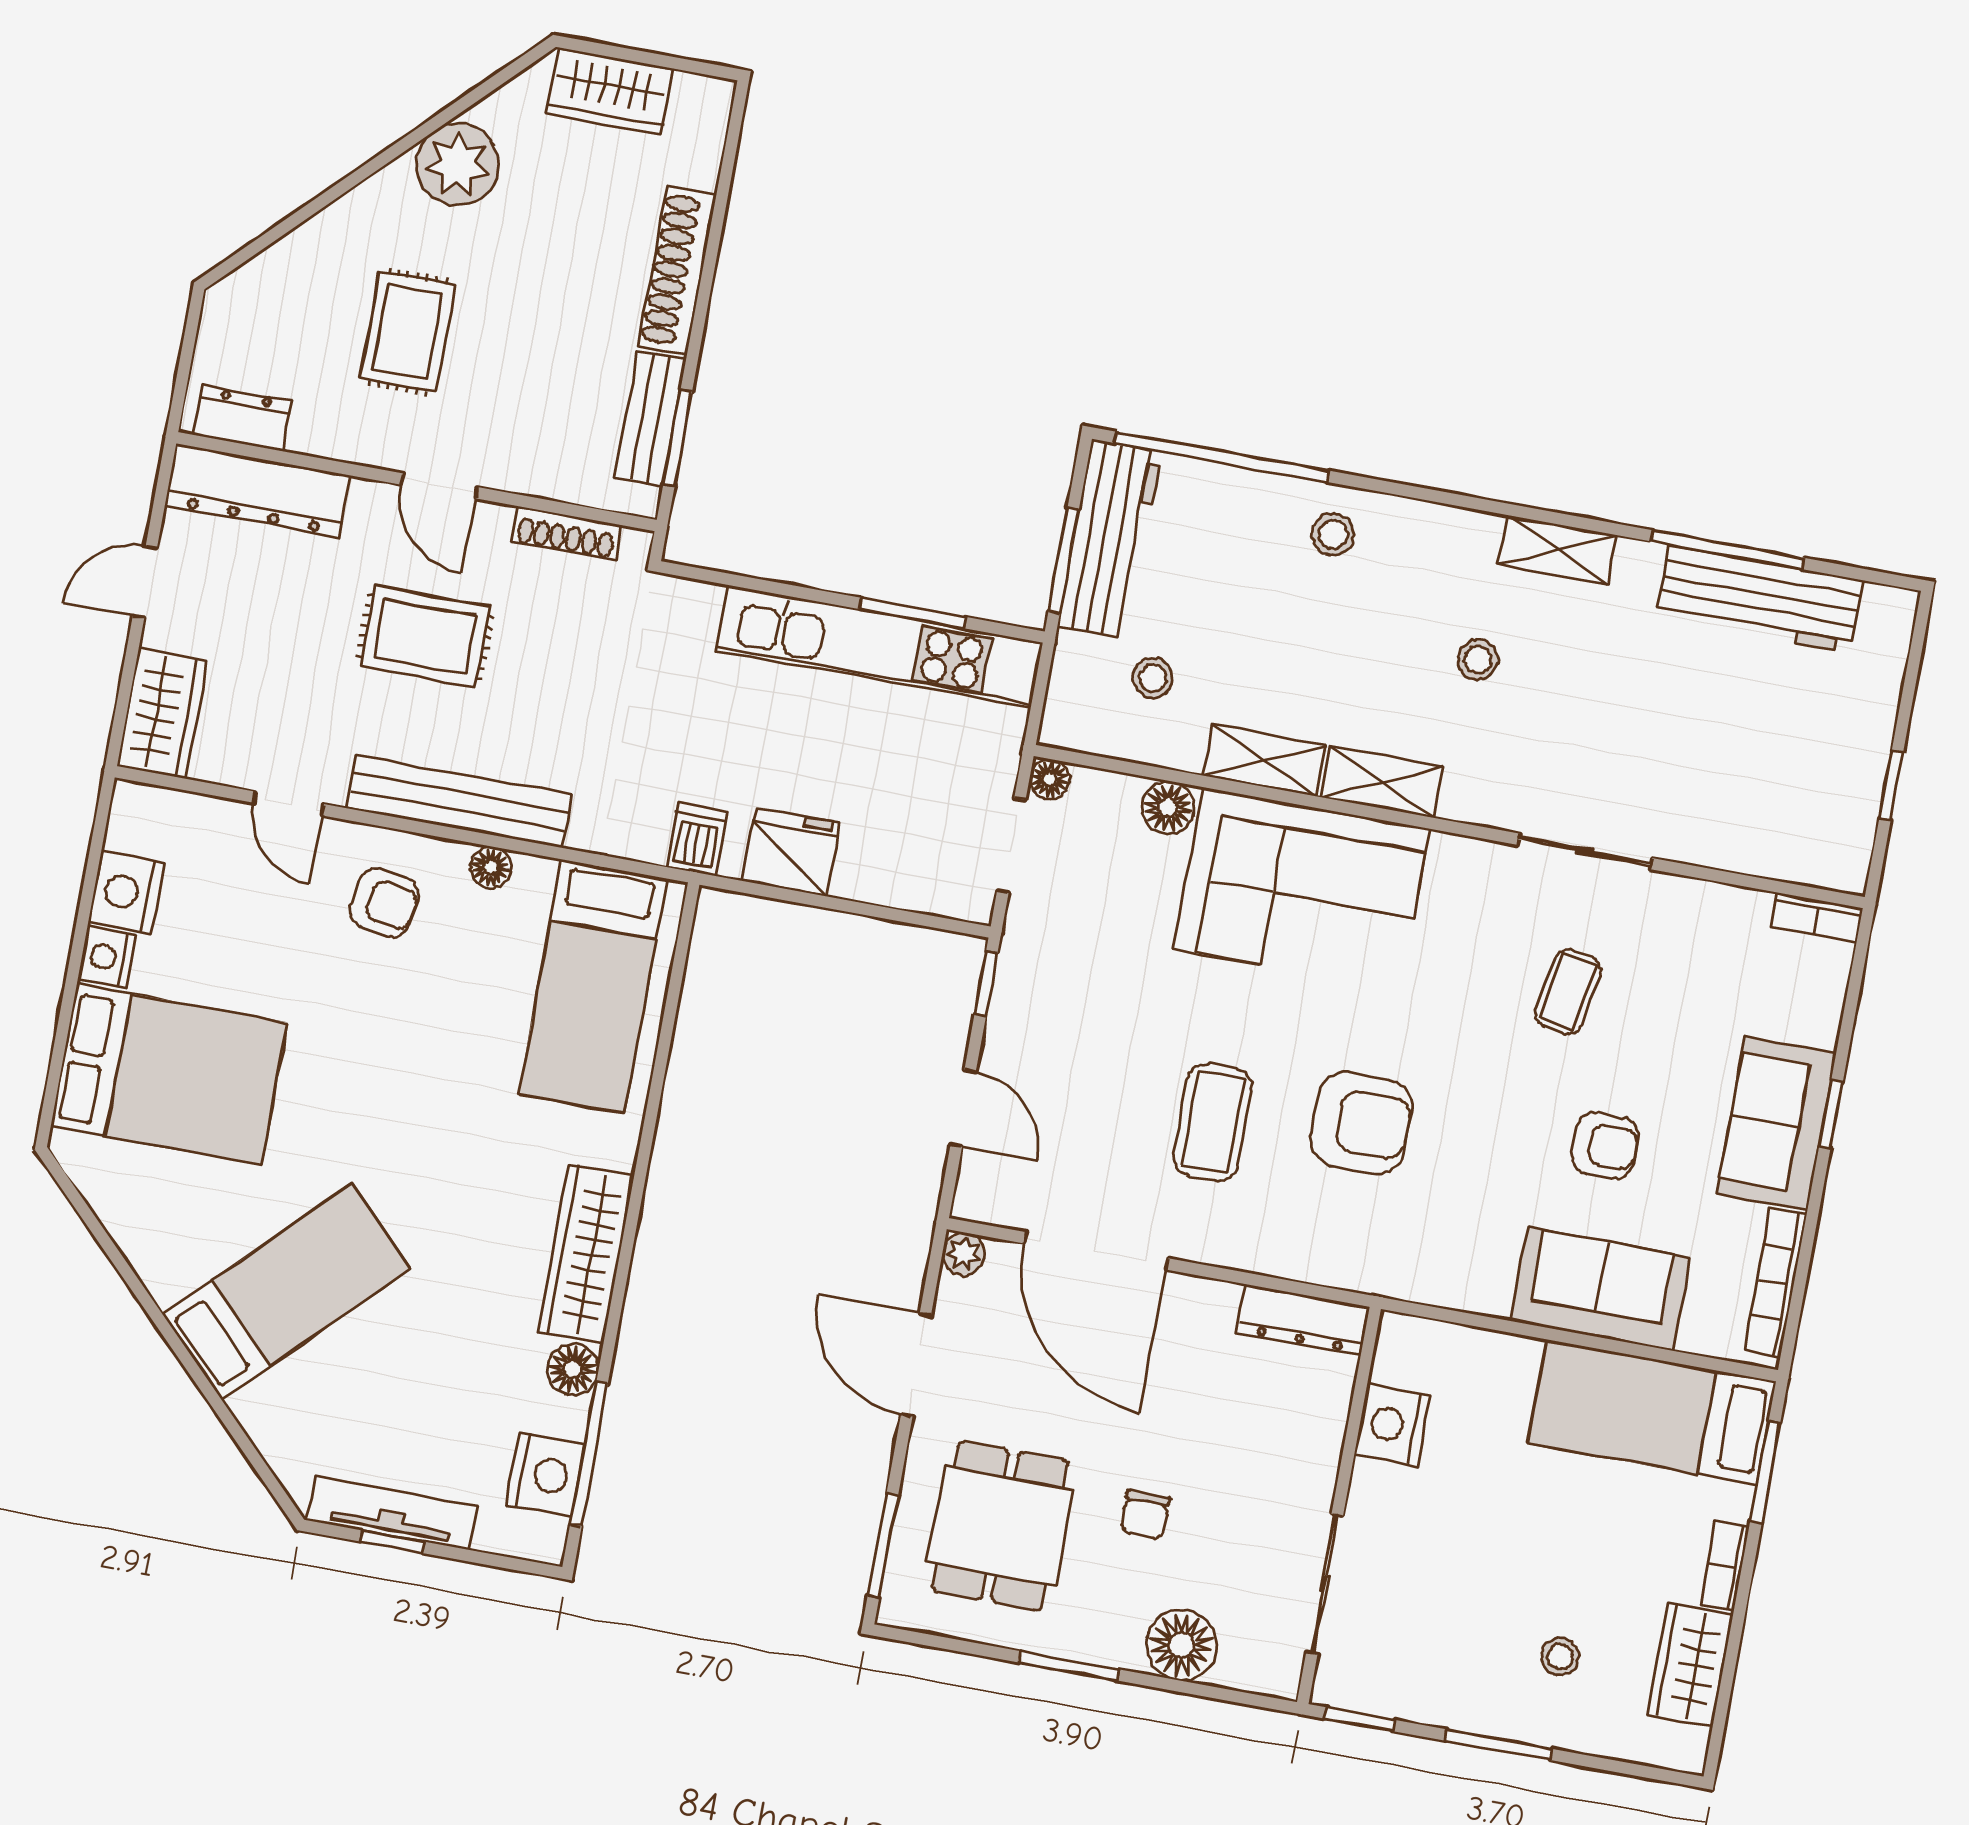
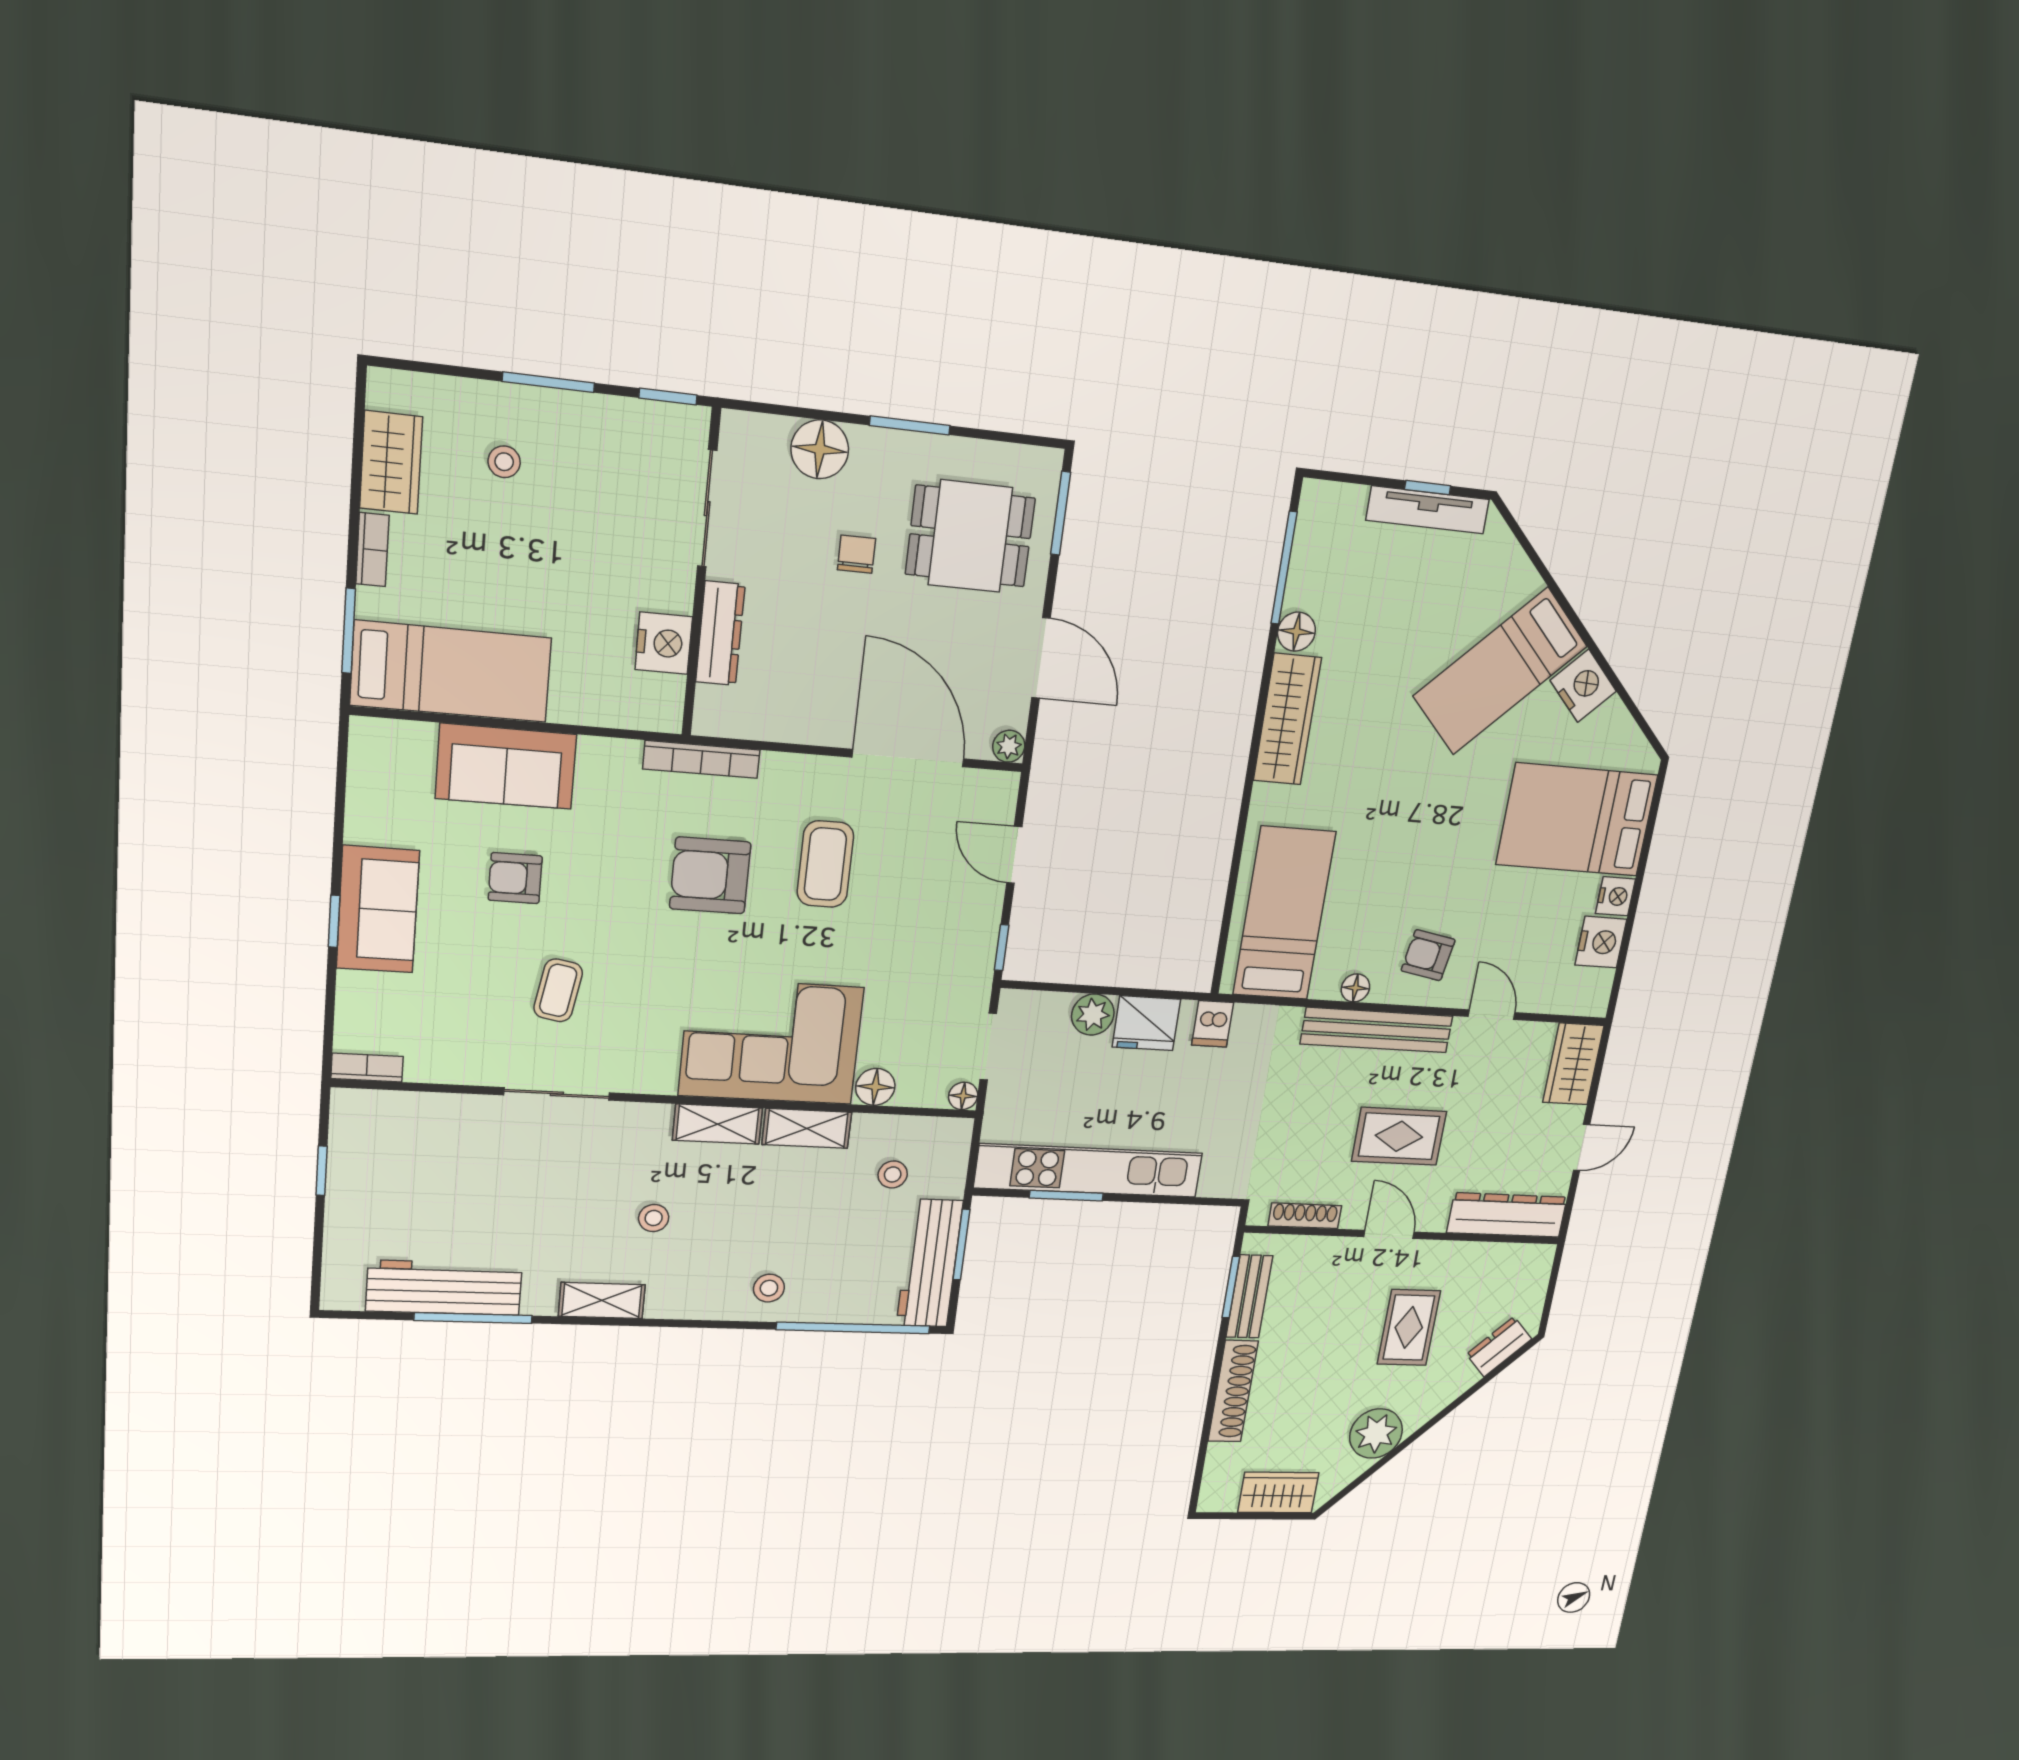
dresser: (243, 418) -> (1499, 1347), moved, turned 135
plant: (865, 874) -> (1093, 1015), added
bookcase: (1775, 1282) -> (701, 759), moved, turned 90
dresser: (1303, 1320) -> (720, 633), moved, turned 90
nightstand: (545, 1475) -> (1583, 686), moved, turned 135
dining table: (1000, 1526) -> (970, 536), turned 90

